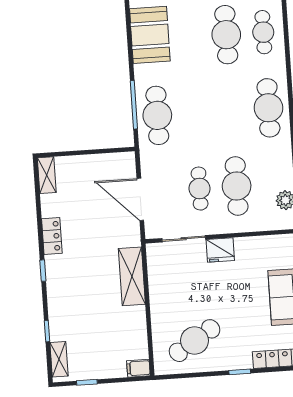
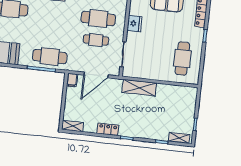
fridge: (220, 250) -> (134, 24), moved
cafe table: (194, 341) -> (182, 58), turned 32
filing cabinet: (138, 368) -> (72, 80), moved

